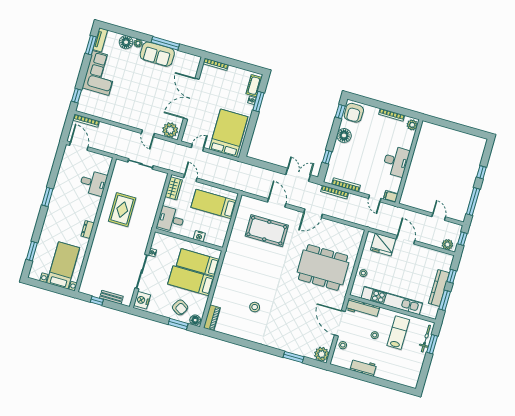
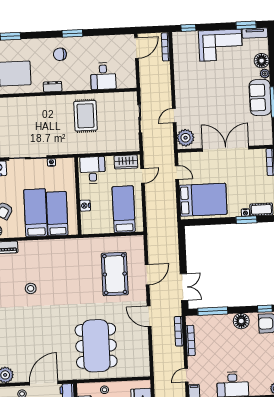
window: (327, 157) -> (213, 311), width x2.17
rug: (122, 210) -> (86, 116), turned 90
chair: (62, 214) -> (60, 54), added

